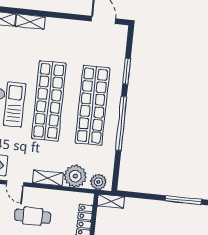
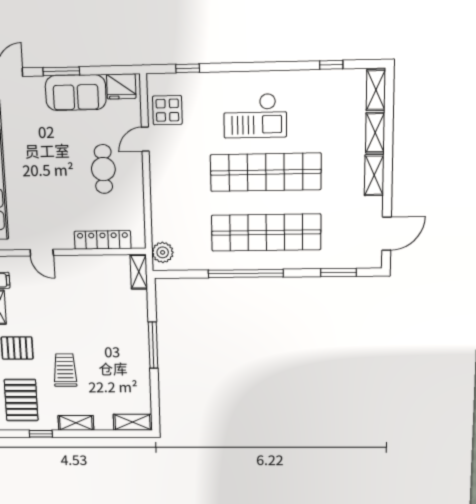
window: (127, 71) -> (339, 272), moved
plant: (75, 176) -> (166, 220), removed
shelving: (48, 178) -> (374, 175), moved
window: (183, 200) -> (153, 345), moved

